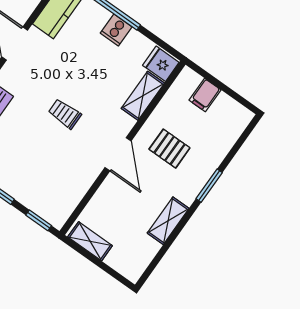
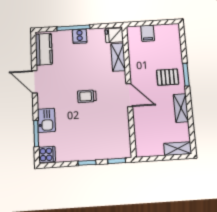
pallet: (169, 149) -> (168, 77), moved
shelving: (90, 241) -> (178, 149), moved

